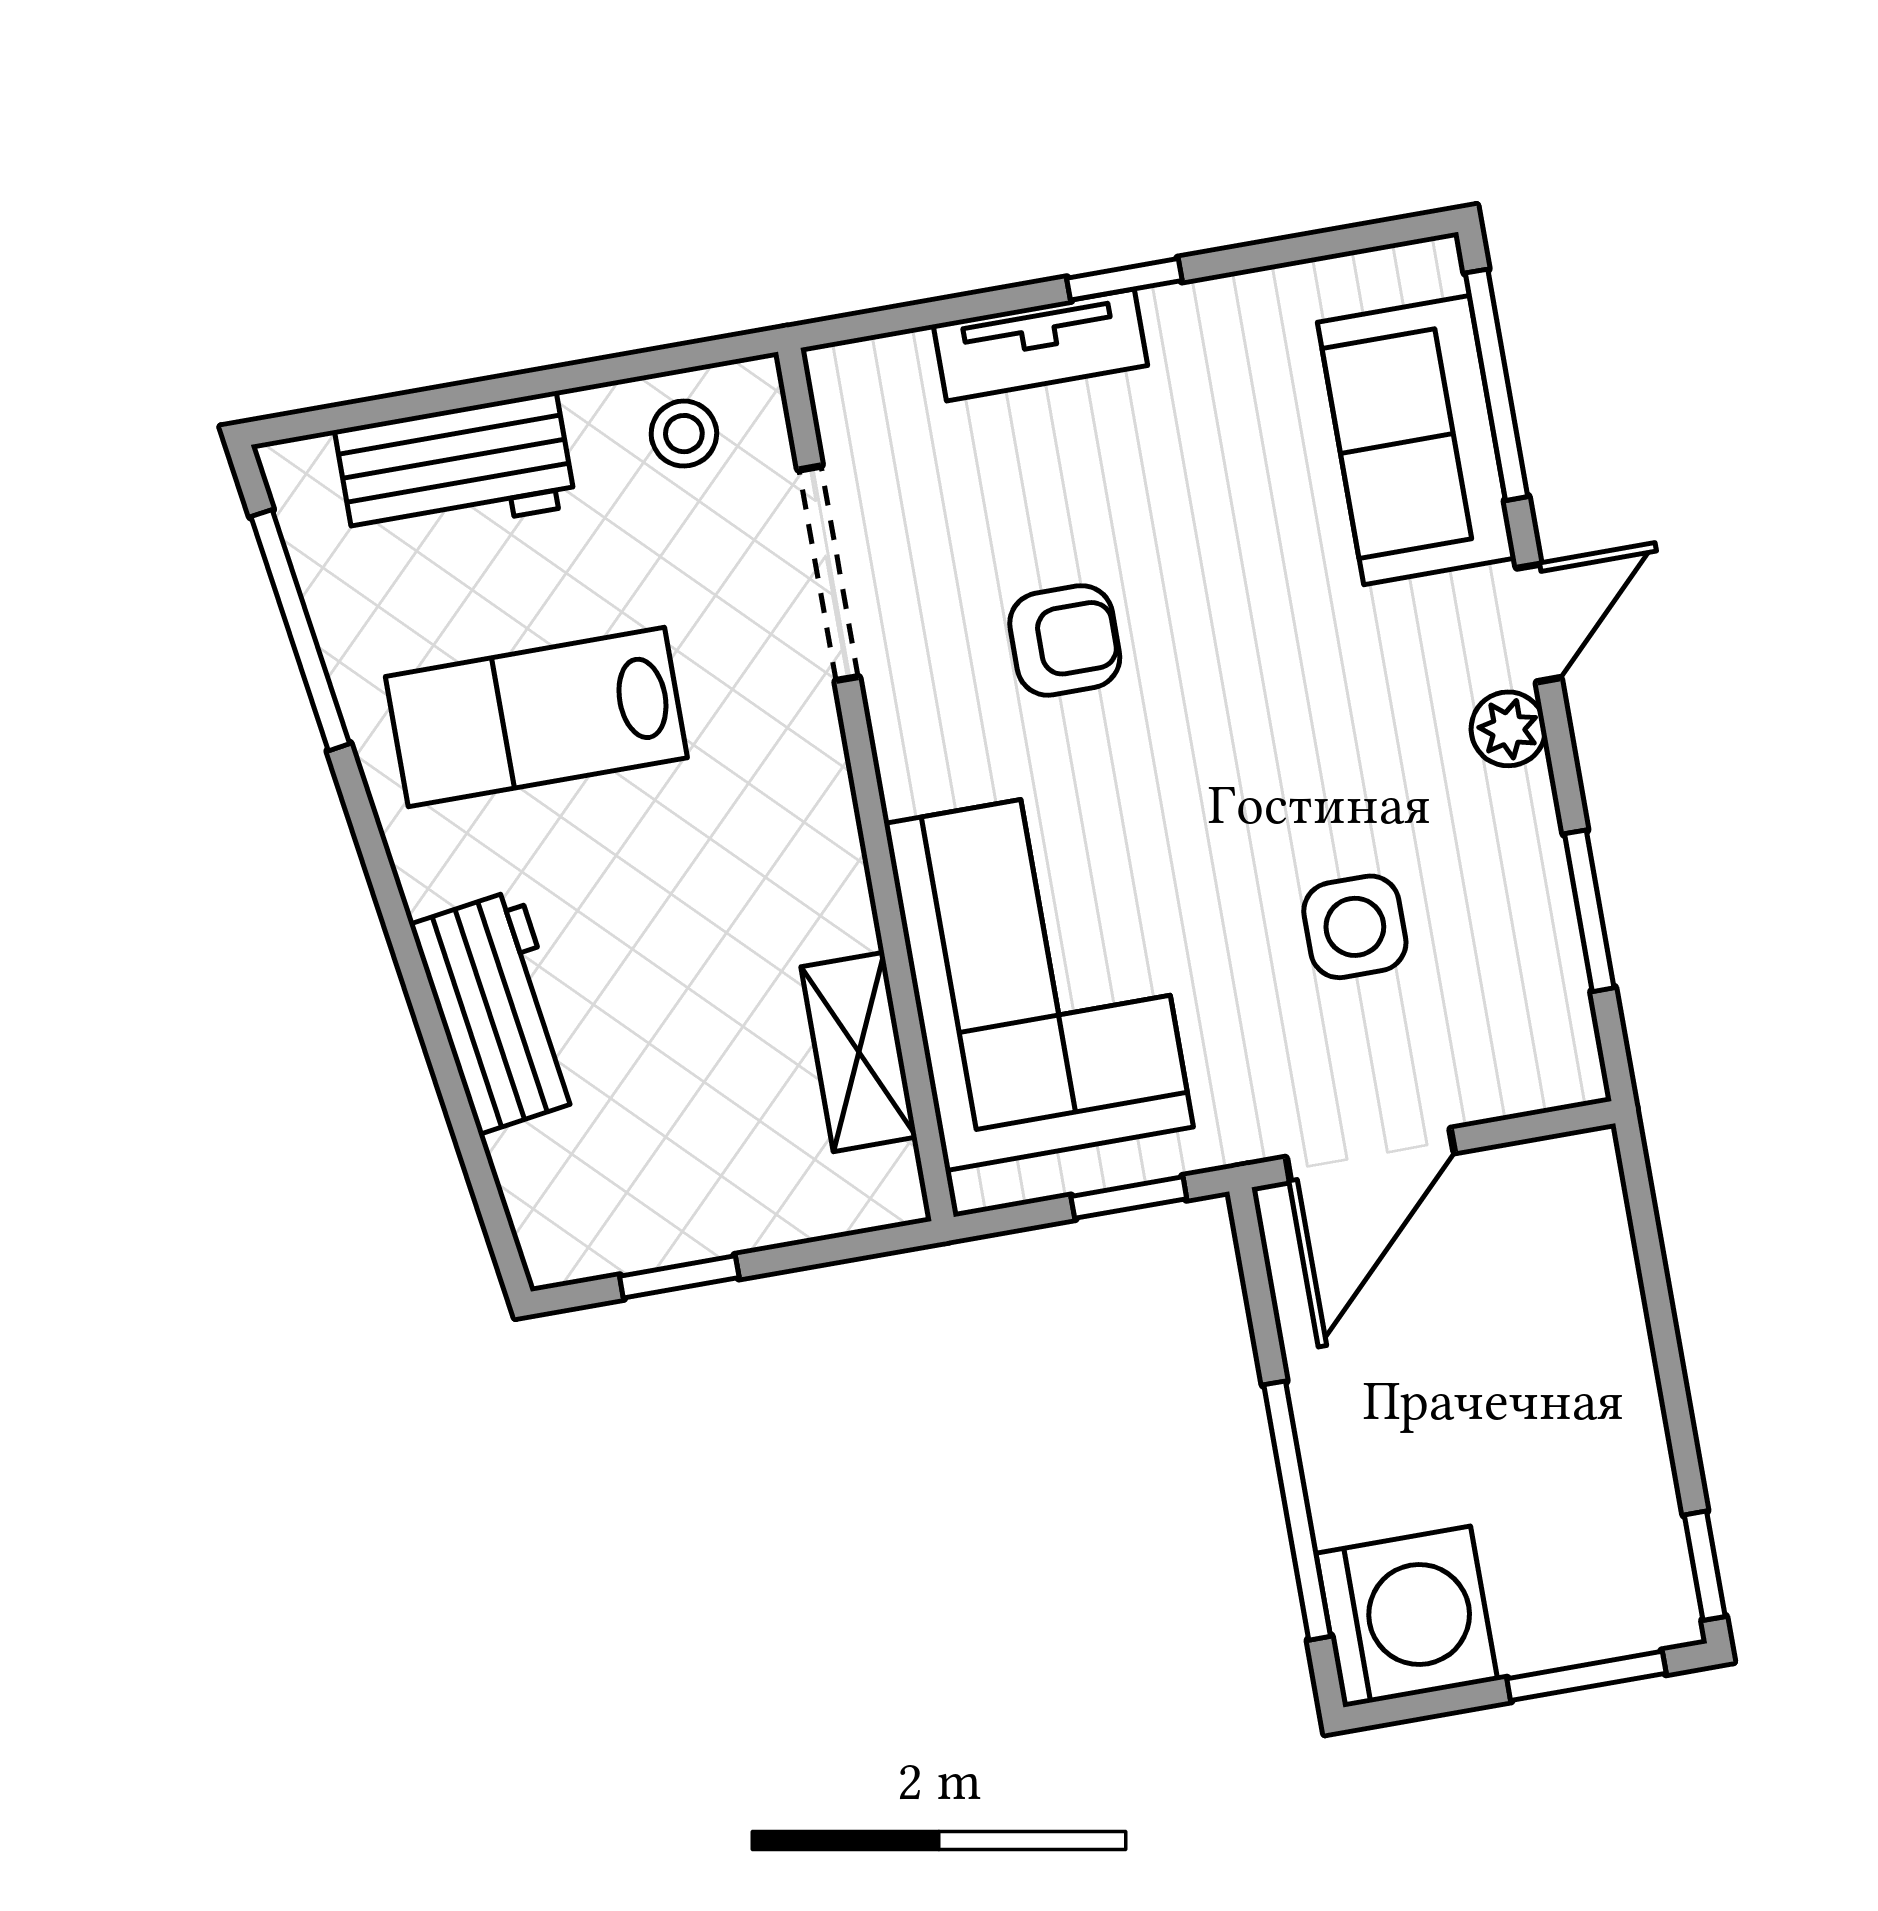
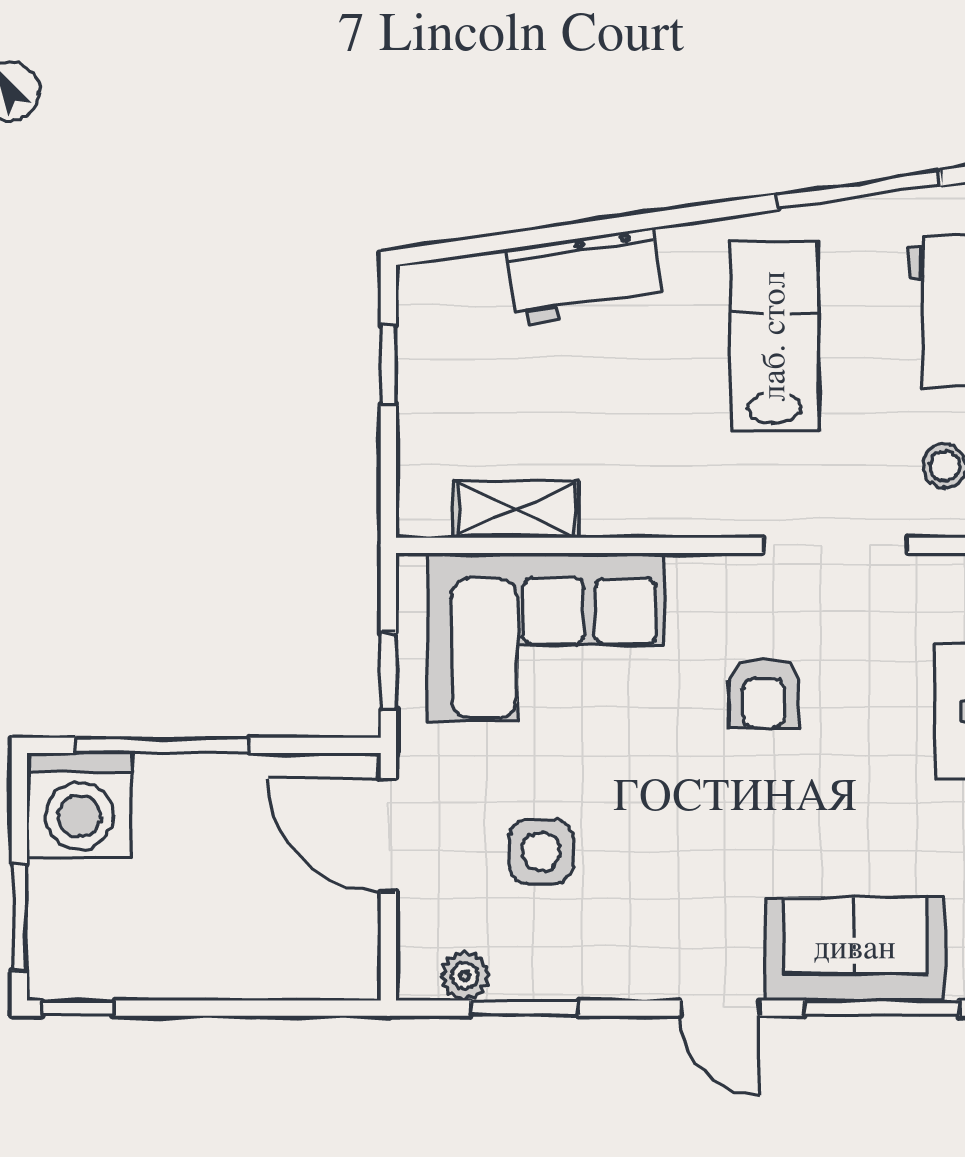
plant: (1508, 729) -> (465, 976), moved

